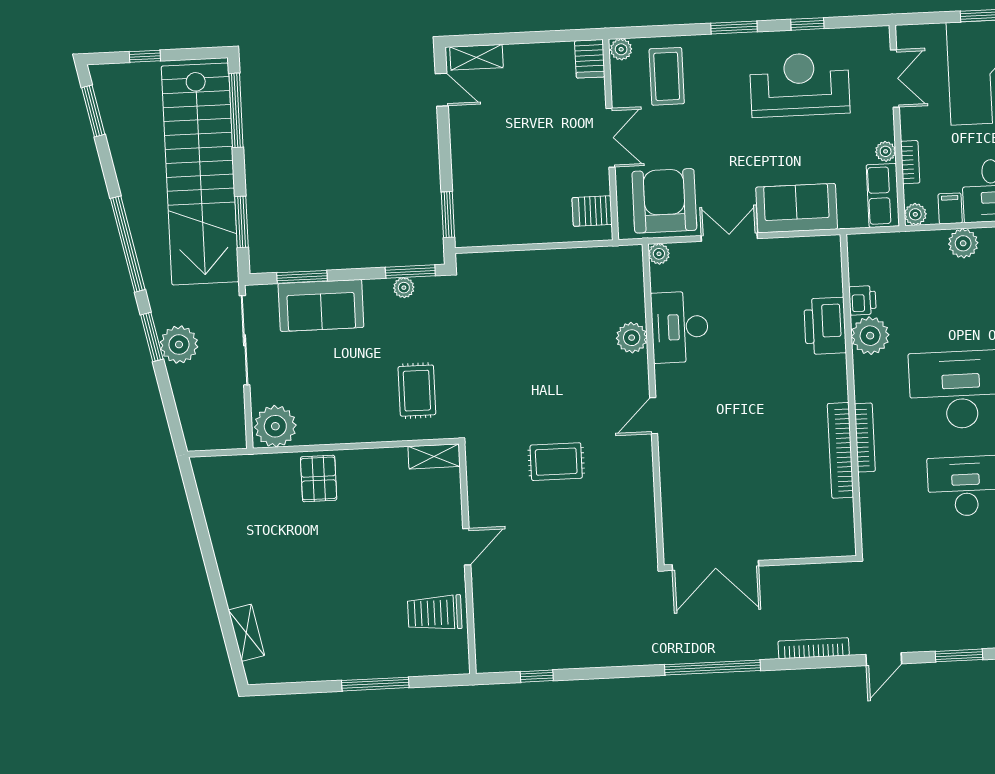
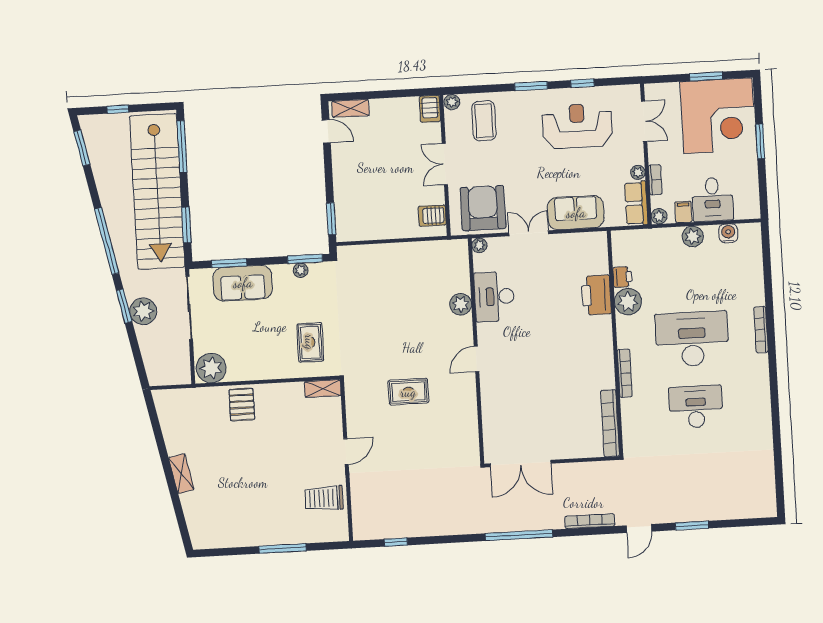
double door: (611, 138) -> (445, 164), swing flipped
bookcase: (840, 450) -> (610, 423), moved
shelving: (246, 633) -> (181, 474), moved

